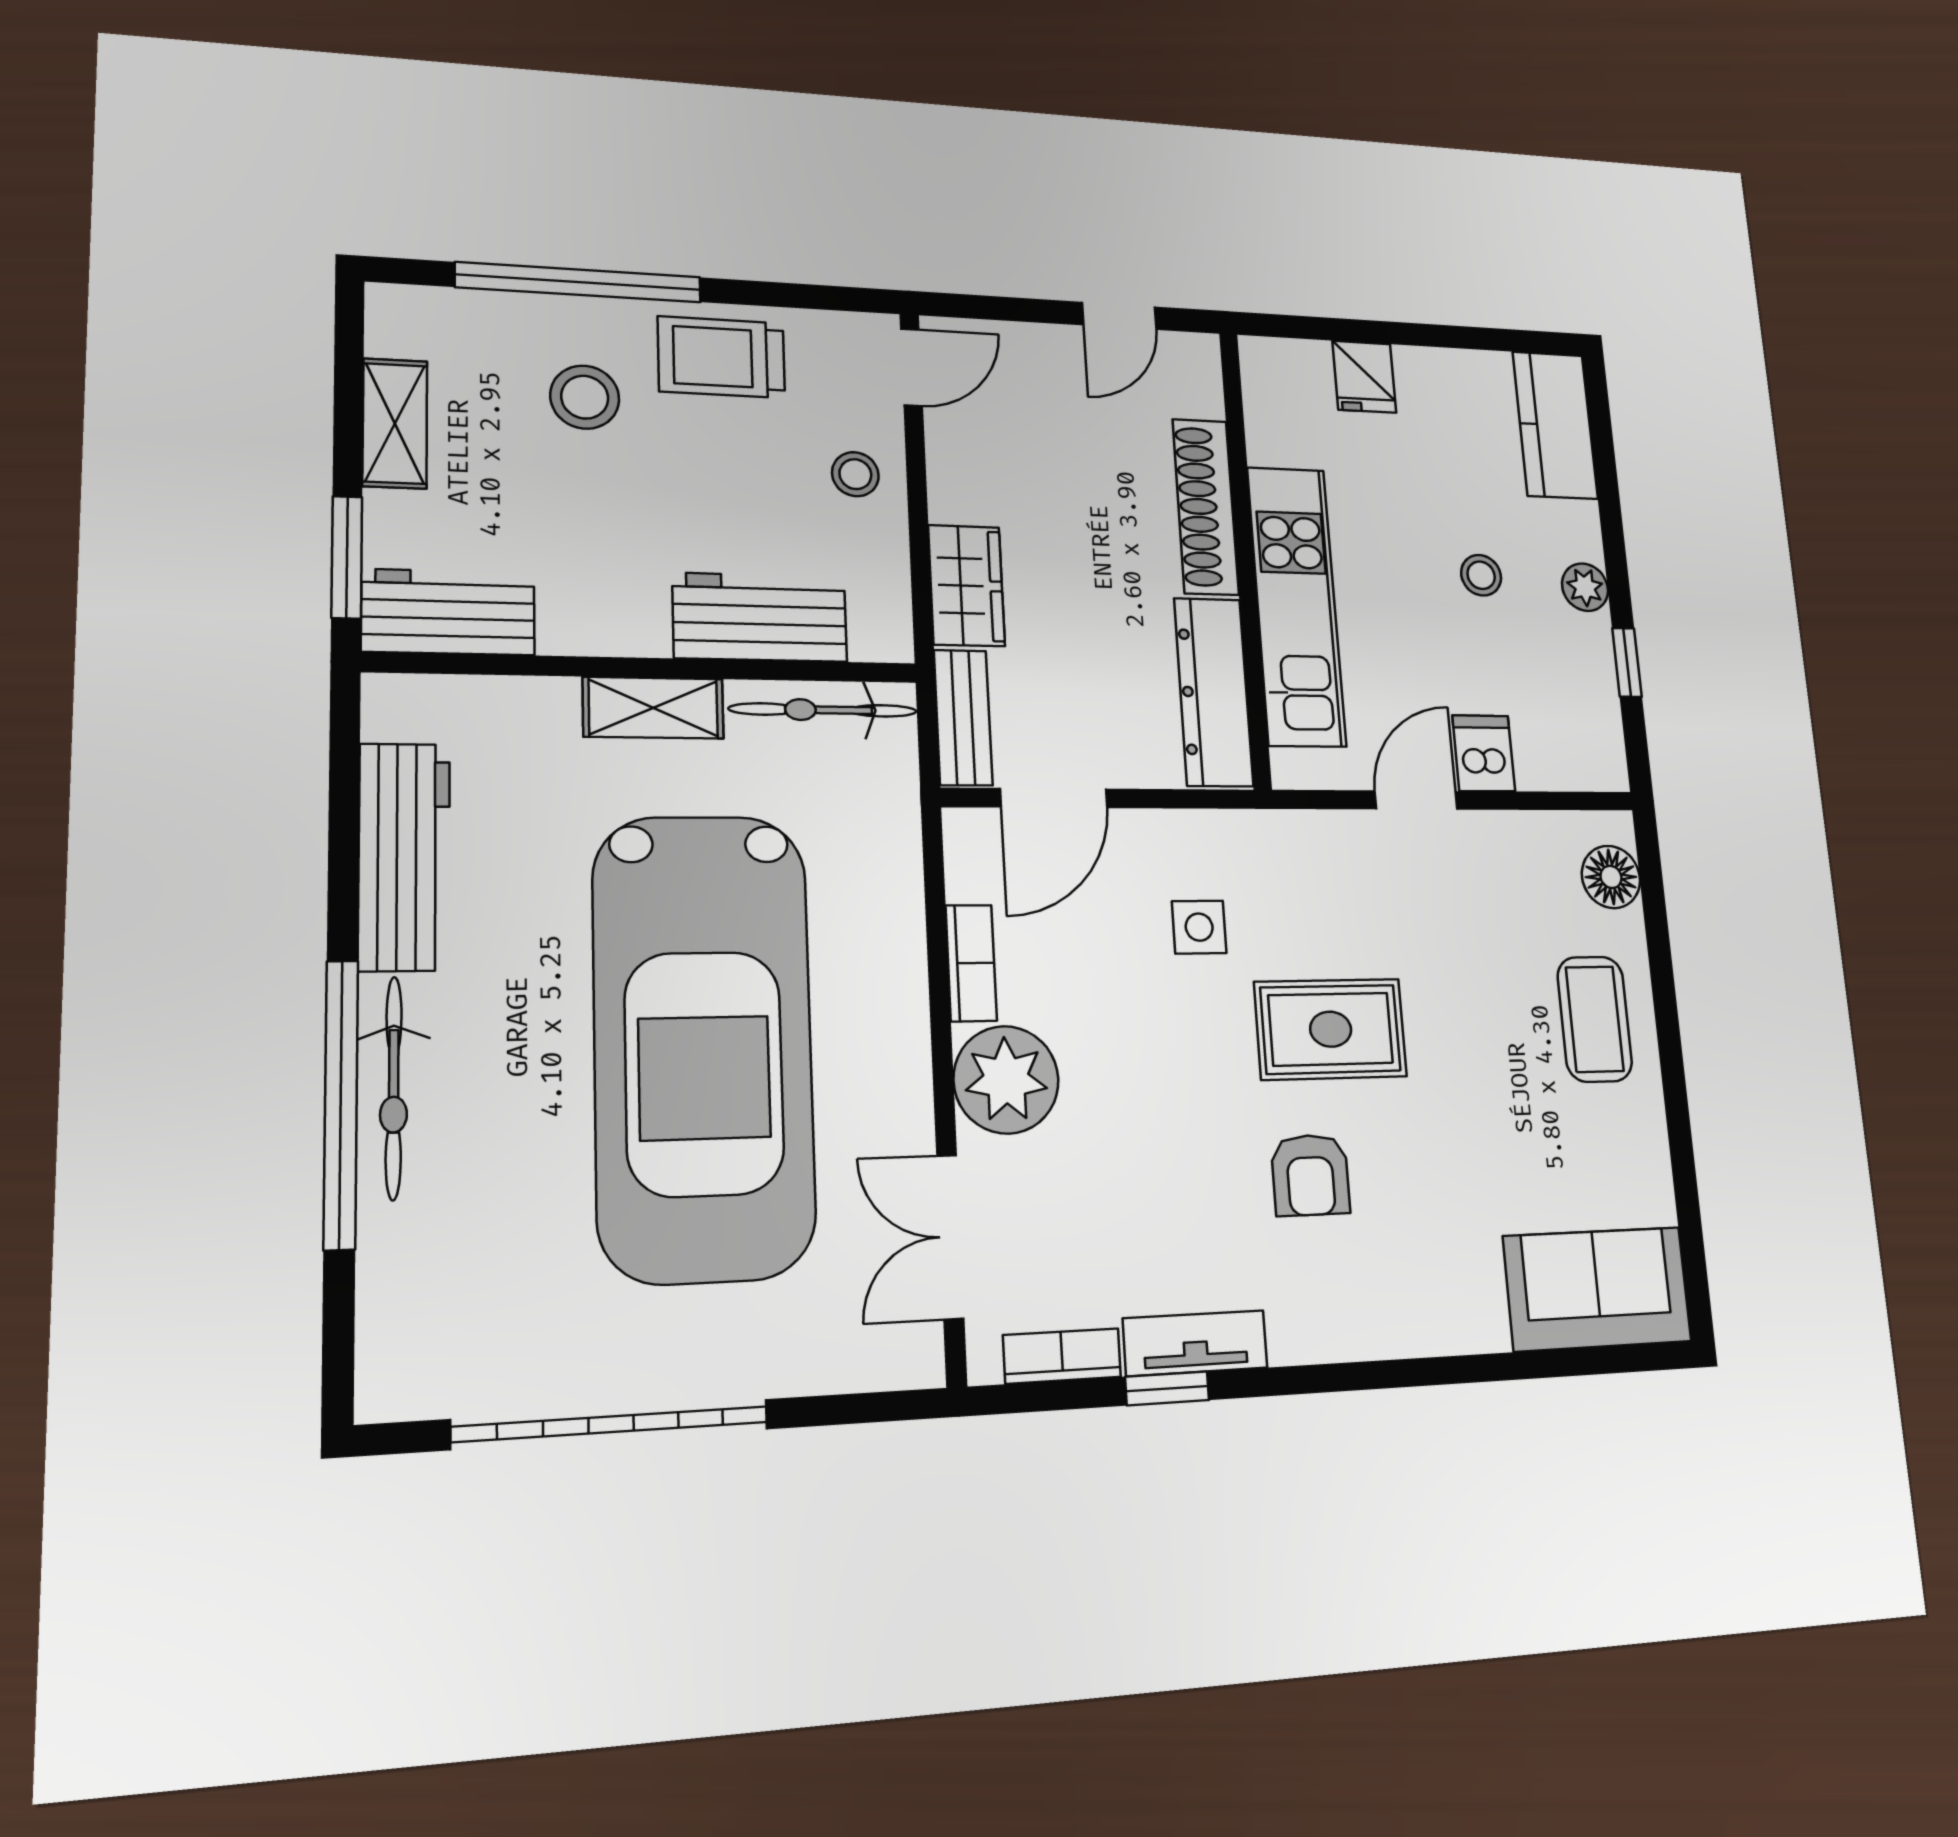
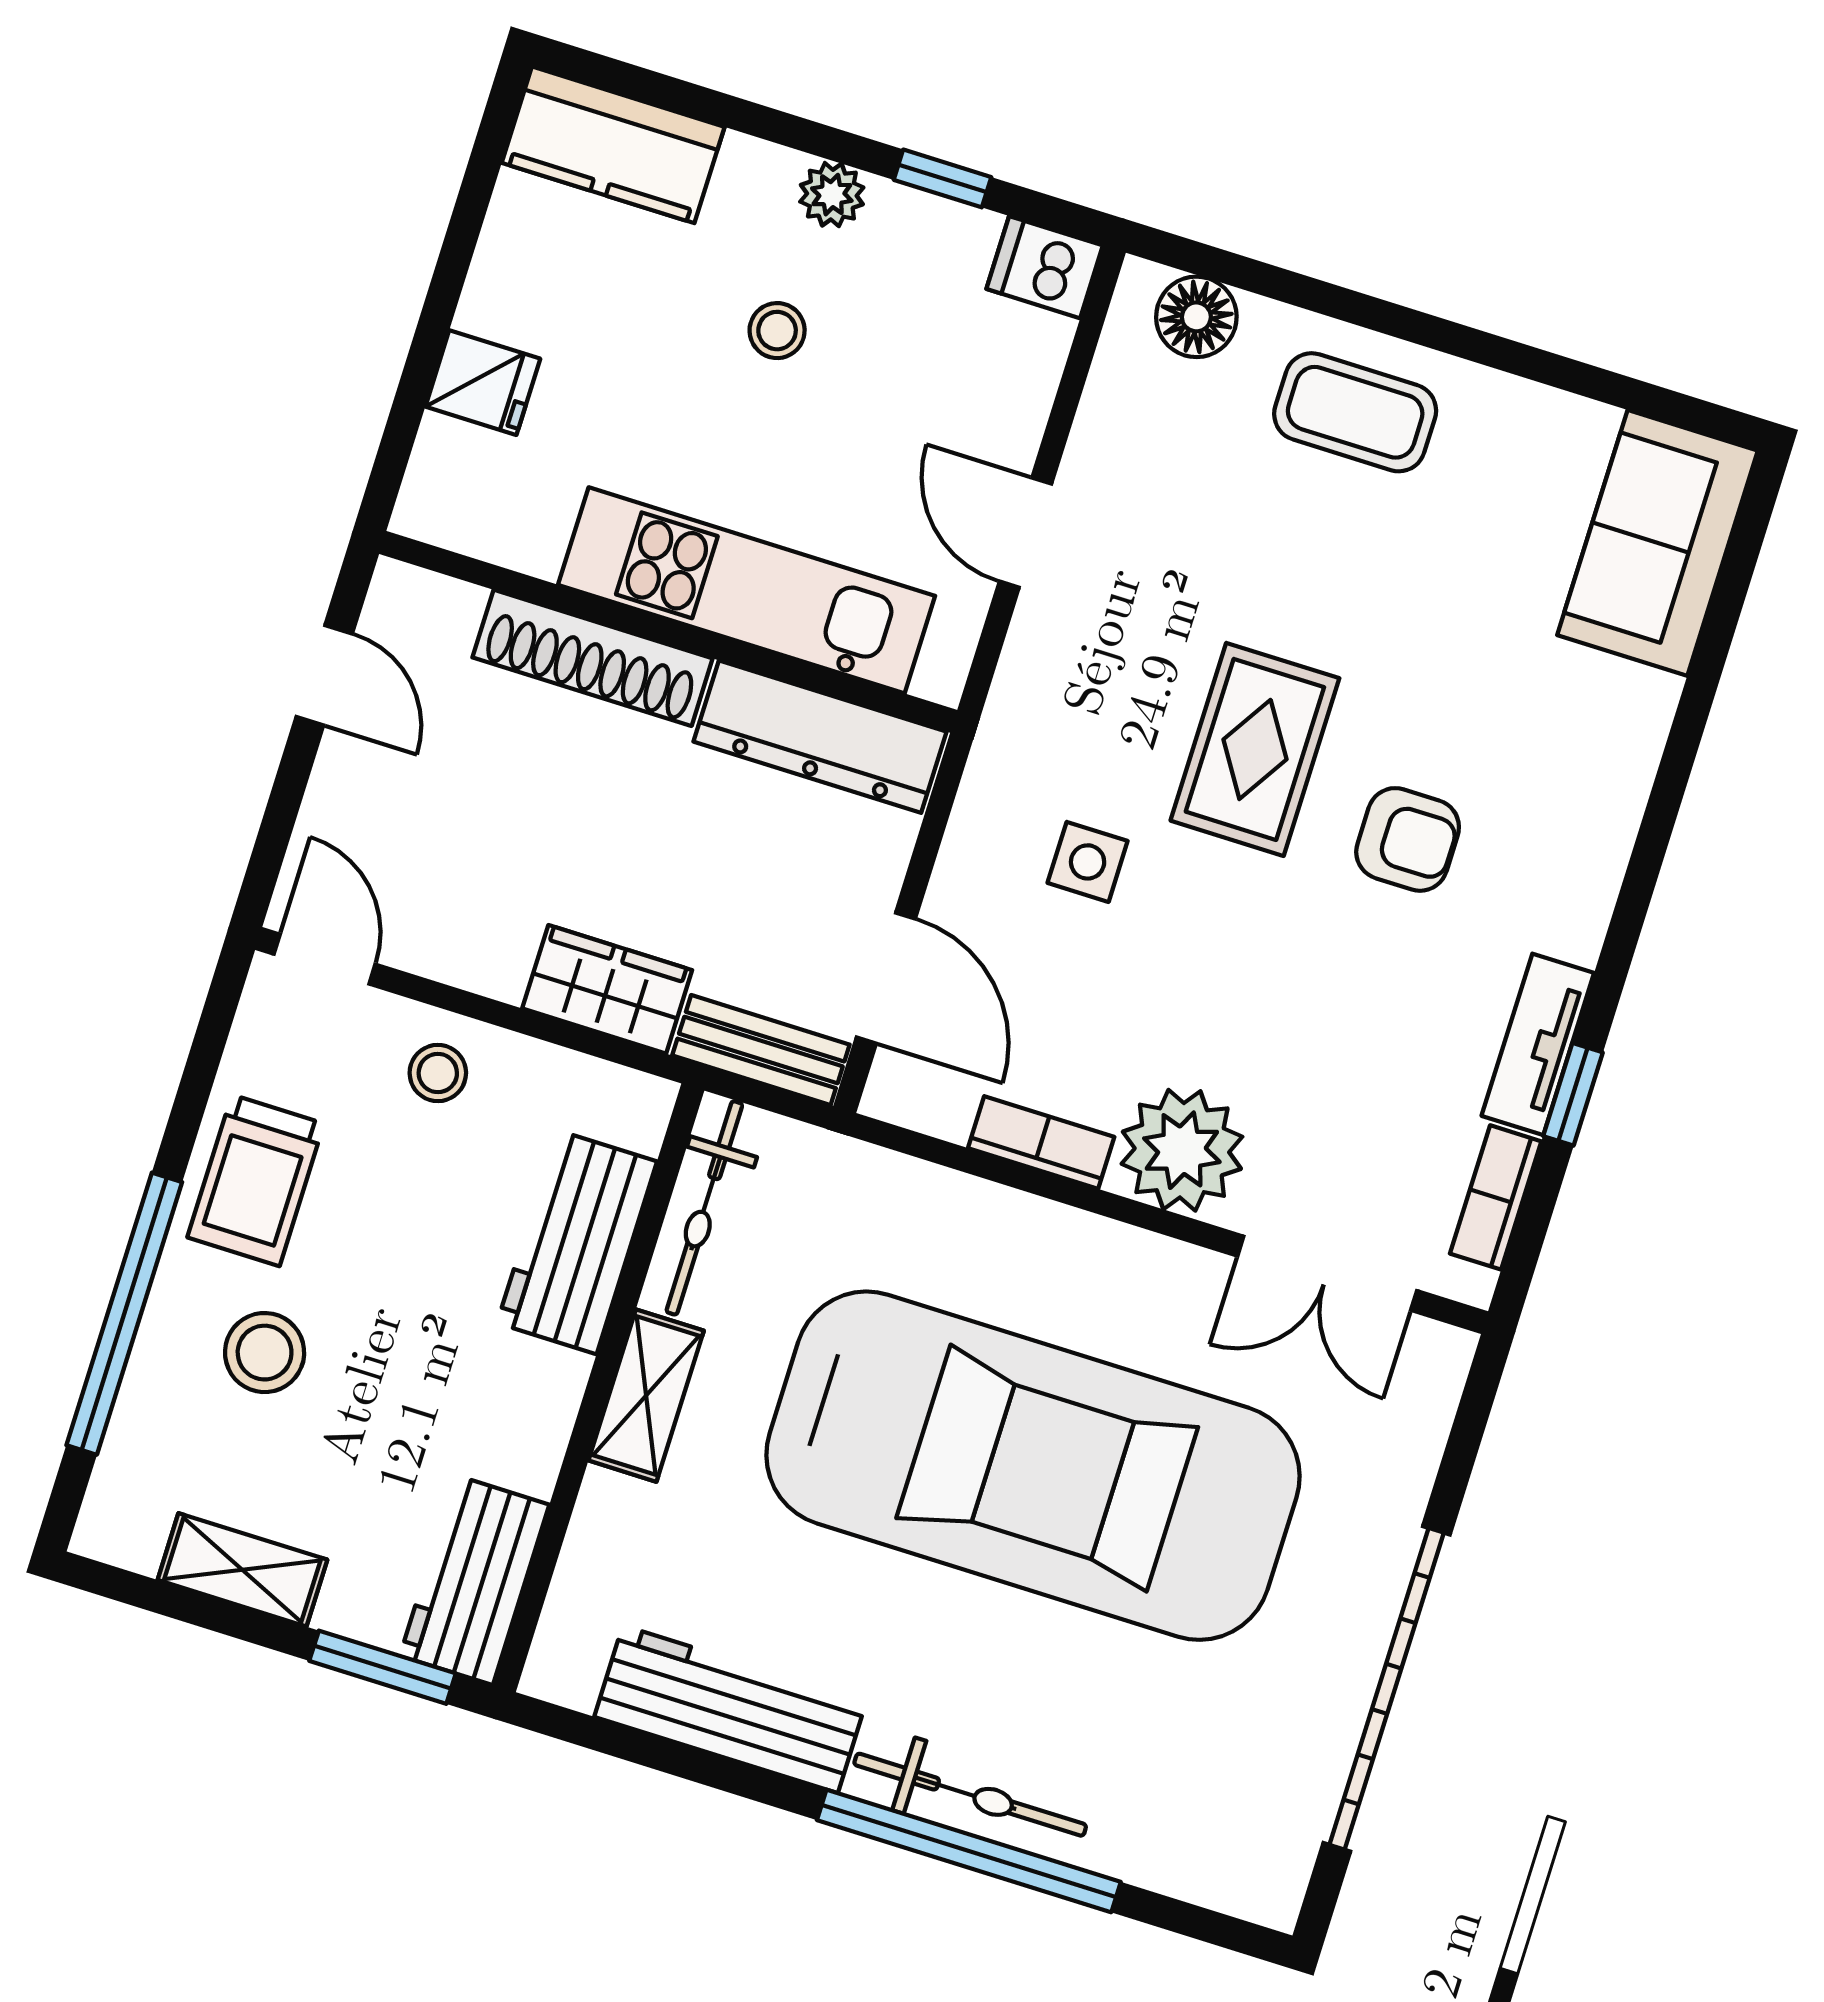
dishwasher: (1484, 753) -> (1045, 267), moved

